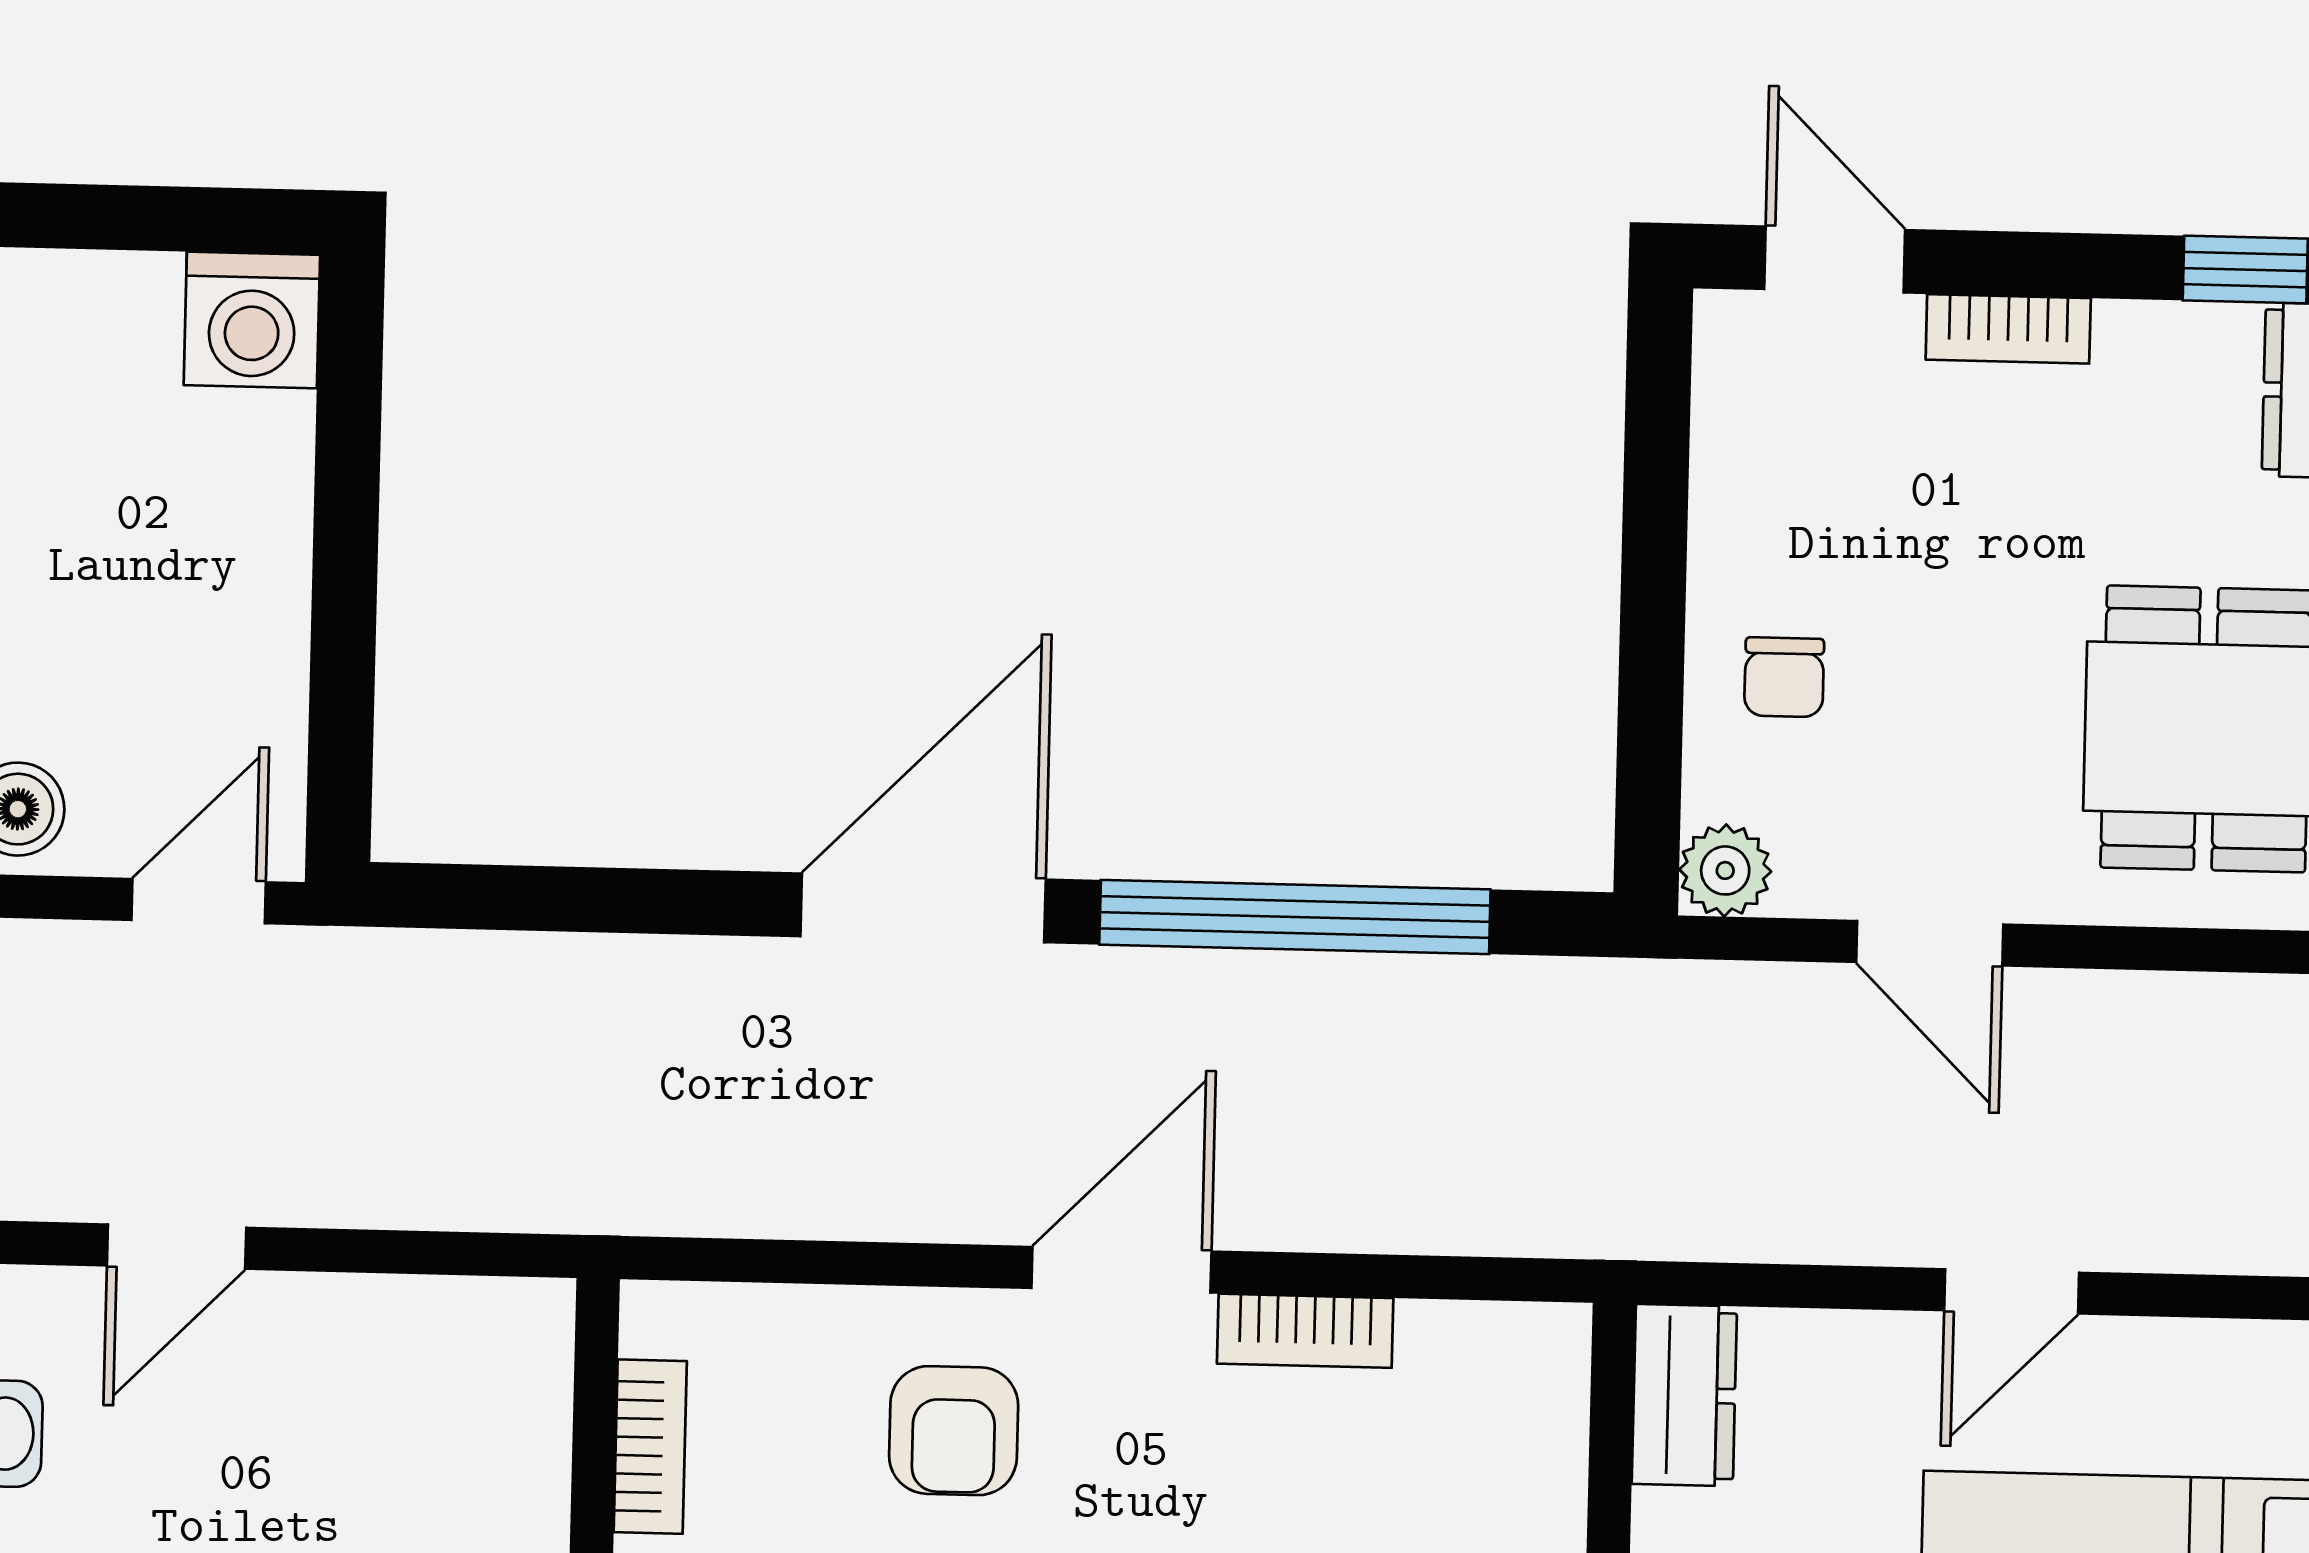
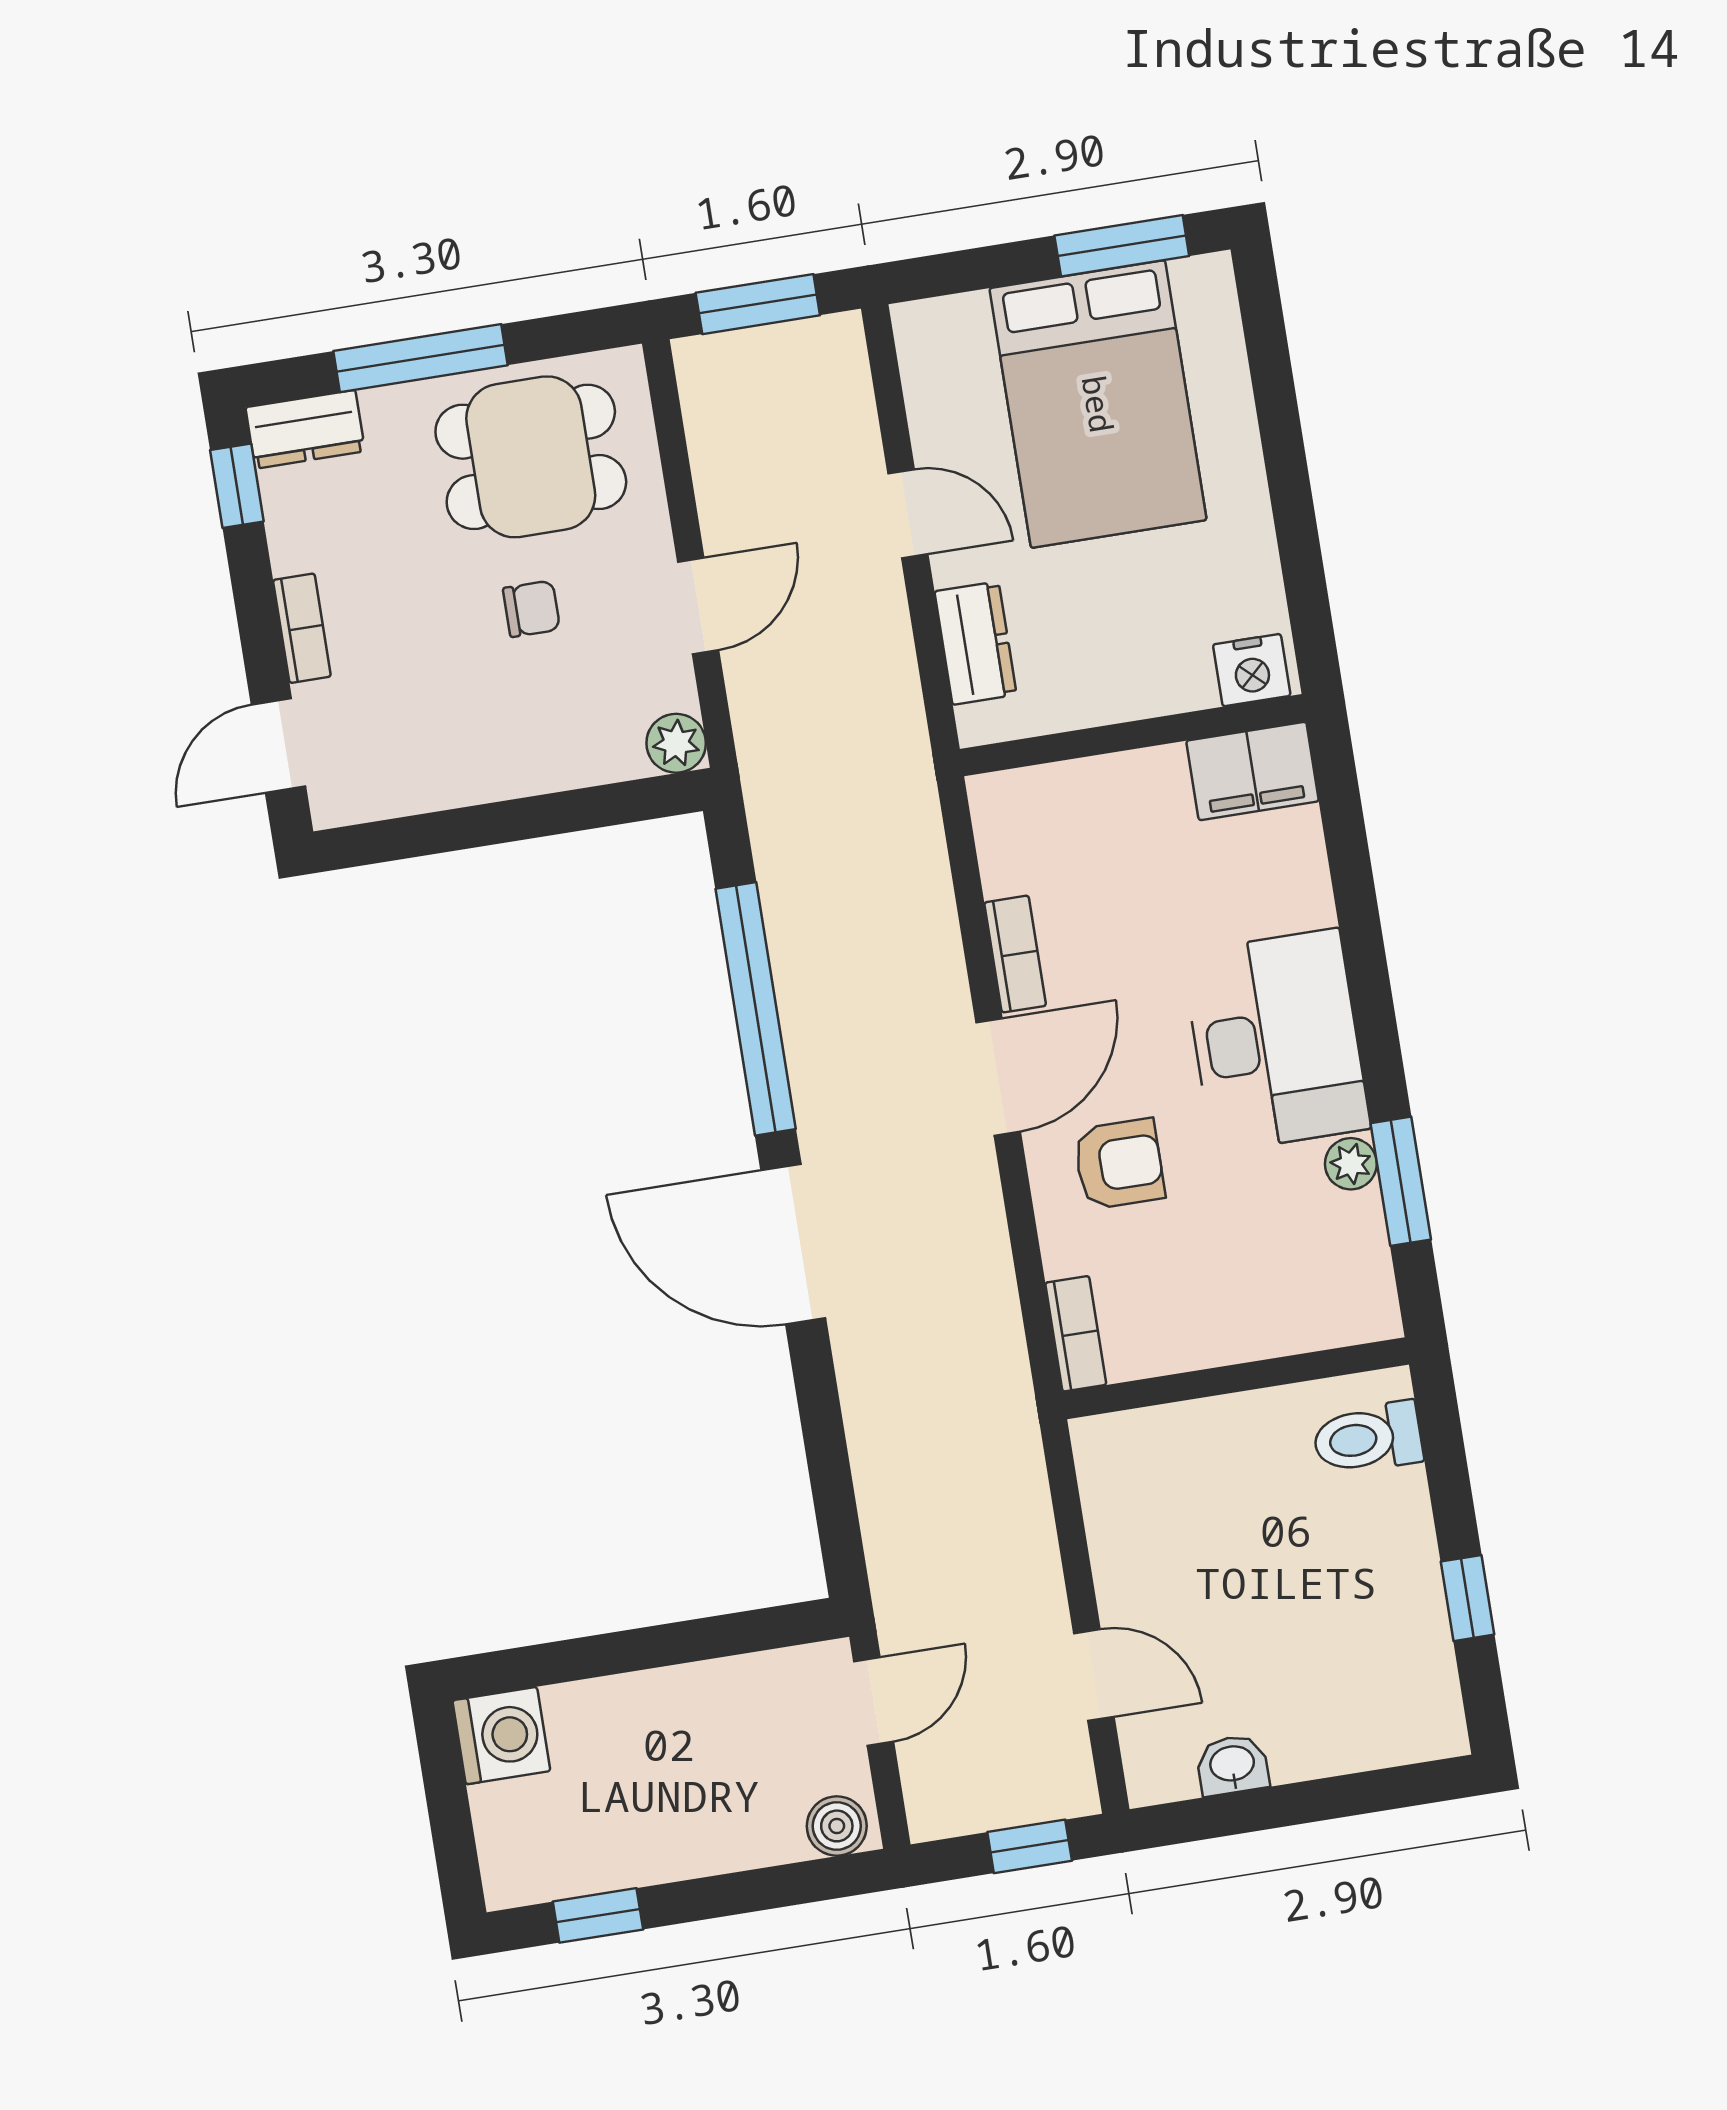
chair: (1784, 677) -> (531, 609), moved
door: (199, 901) -> (874, 1701), swing flipped
door: (1121, 1270) -> (998, 1077), swing flipped
dresser: (1684, 1395) -> (976, 643), moved, turned 90
bookcase: (650, 1447) -> (1076, 1334), moved, turned 90

